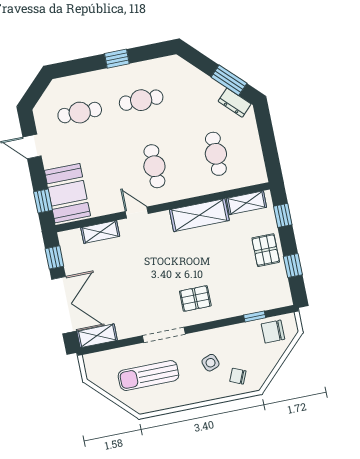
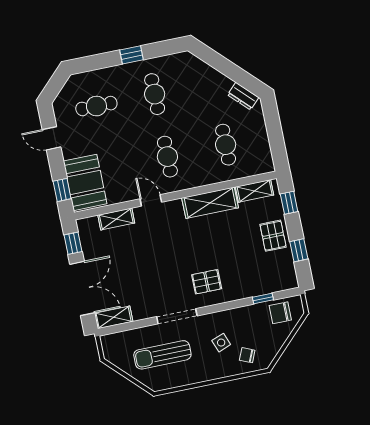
window: (229, 80) -> (238, 75), removed
cafe table: (141, 100) -> (155, 94), turned 90

